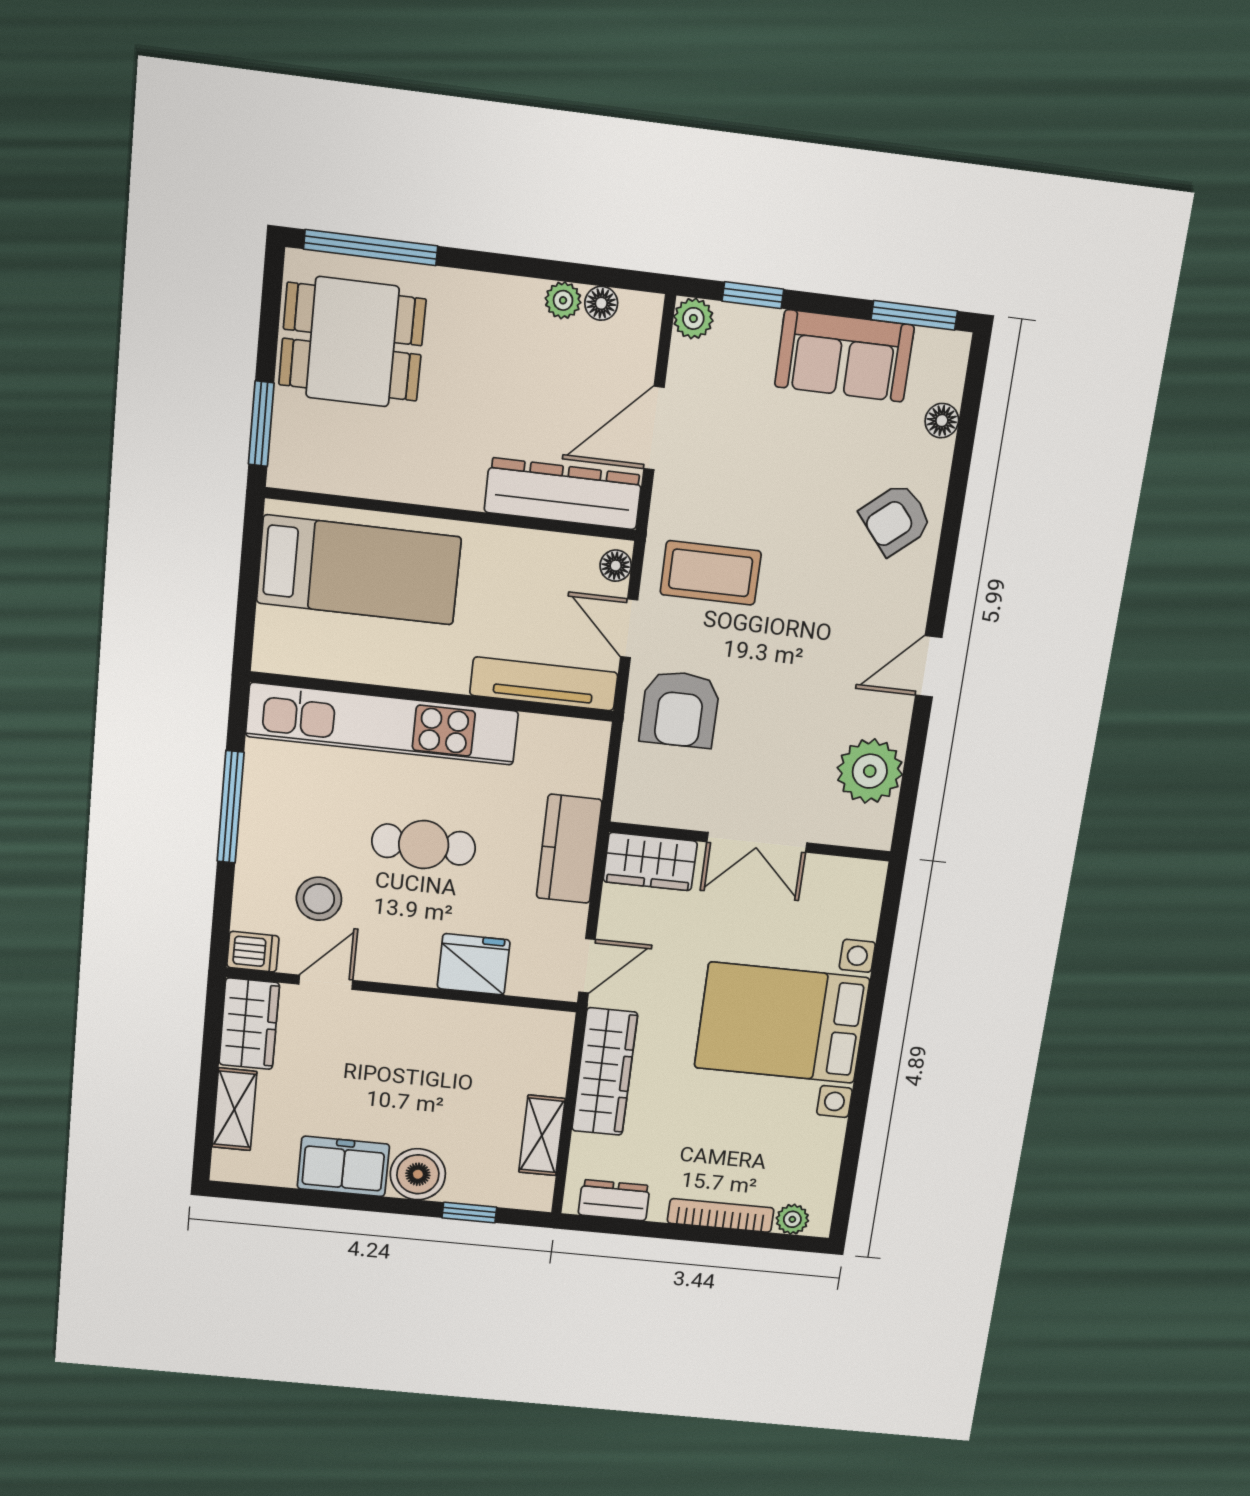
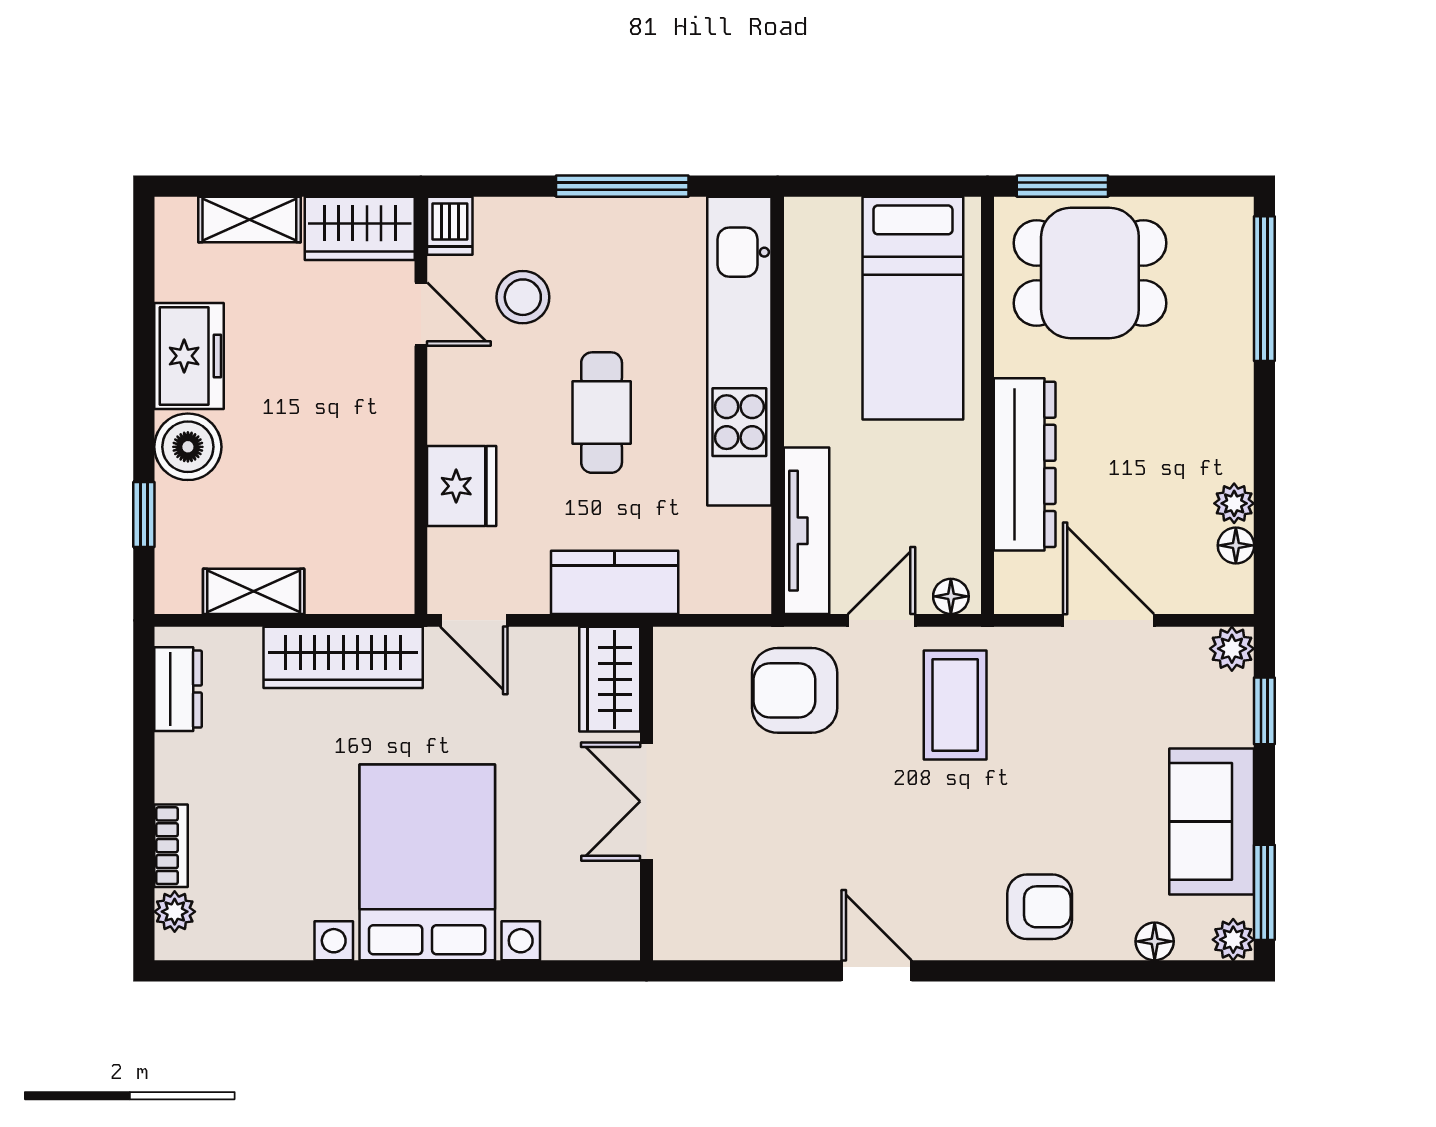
dining table: (352, 342) -> (1090, 273), moved, turned 90
dresser: (563, 494) -> (1025, 464), moved
armchair: (896, 519) -> (1040, 907), turned 130
plant: (870, 771) -> (1233, 940), moved, width x0.53, depth x0.53
bookcase: (721, 1215) -> (171, 846), width x0.64

